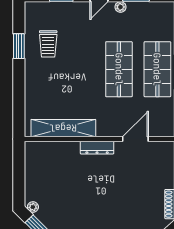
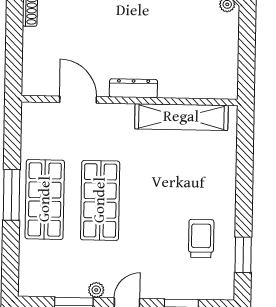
window: (19, 46) -> (243, 255), moved
door: (135, 139) -> (78, 100), swing flipped

